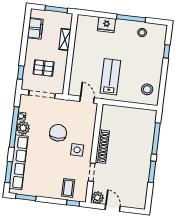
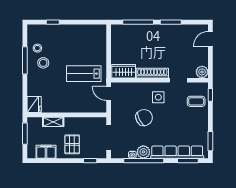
fridge: (106, 25) -> (34, 104), moved
pallet: (44, 68) -> (72, 144), moved
stool: (147, 89) -> (43, 63), moved
door: (87, 100) -> (109, 93), hinge flipped
wardrobe: (108, 118) -> (124, 71), added
chair: (58, 133) -> (144, 118), turned 153
door: (113, 208) -> (210, 39), moved

